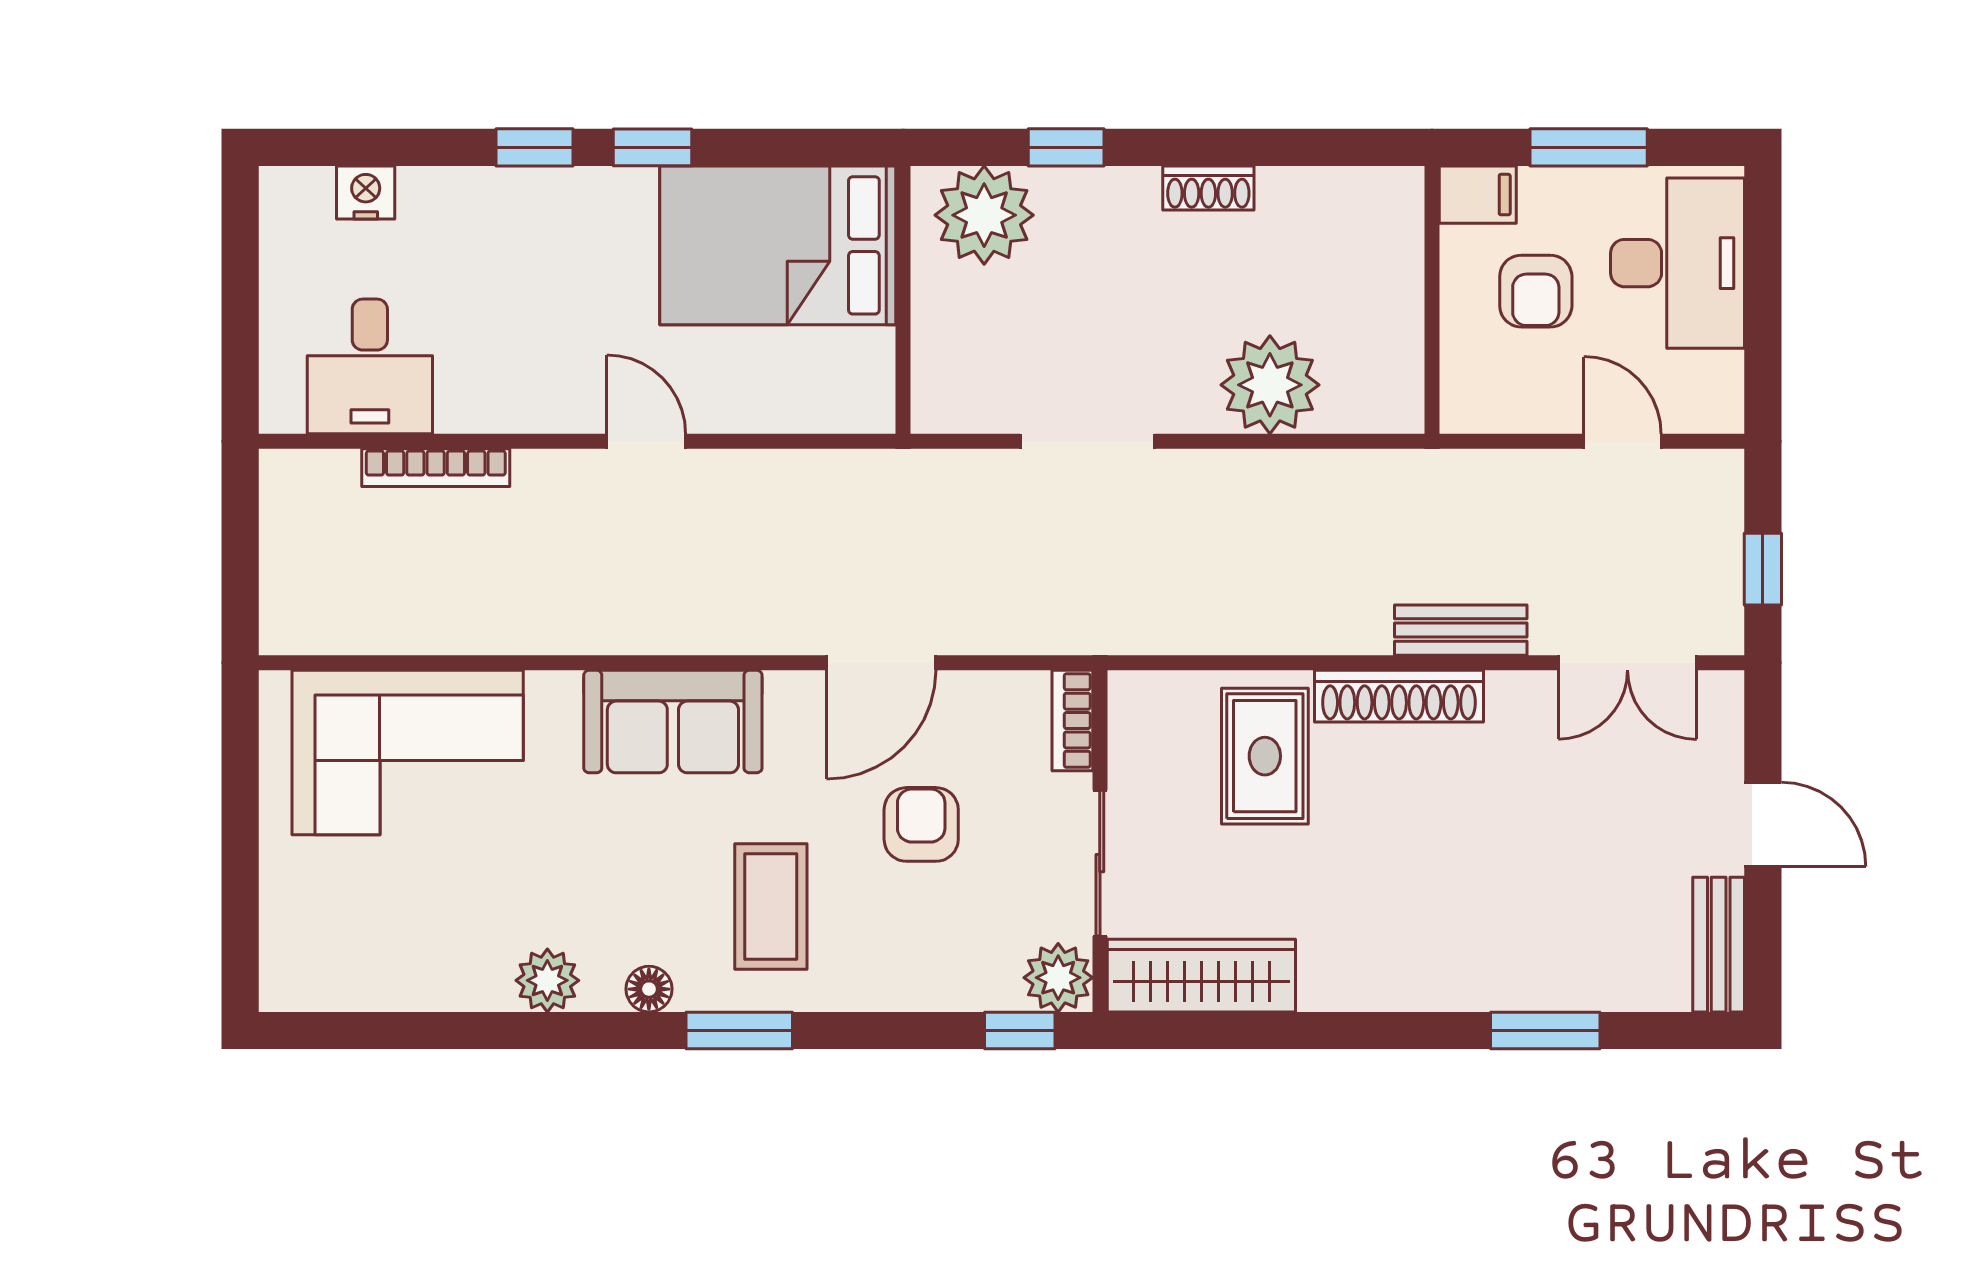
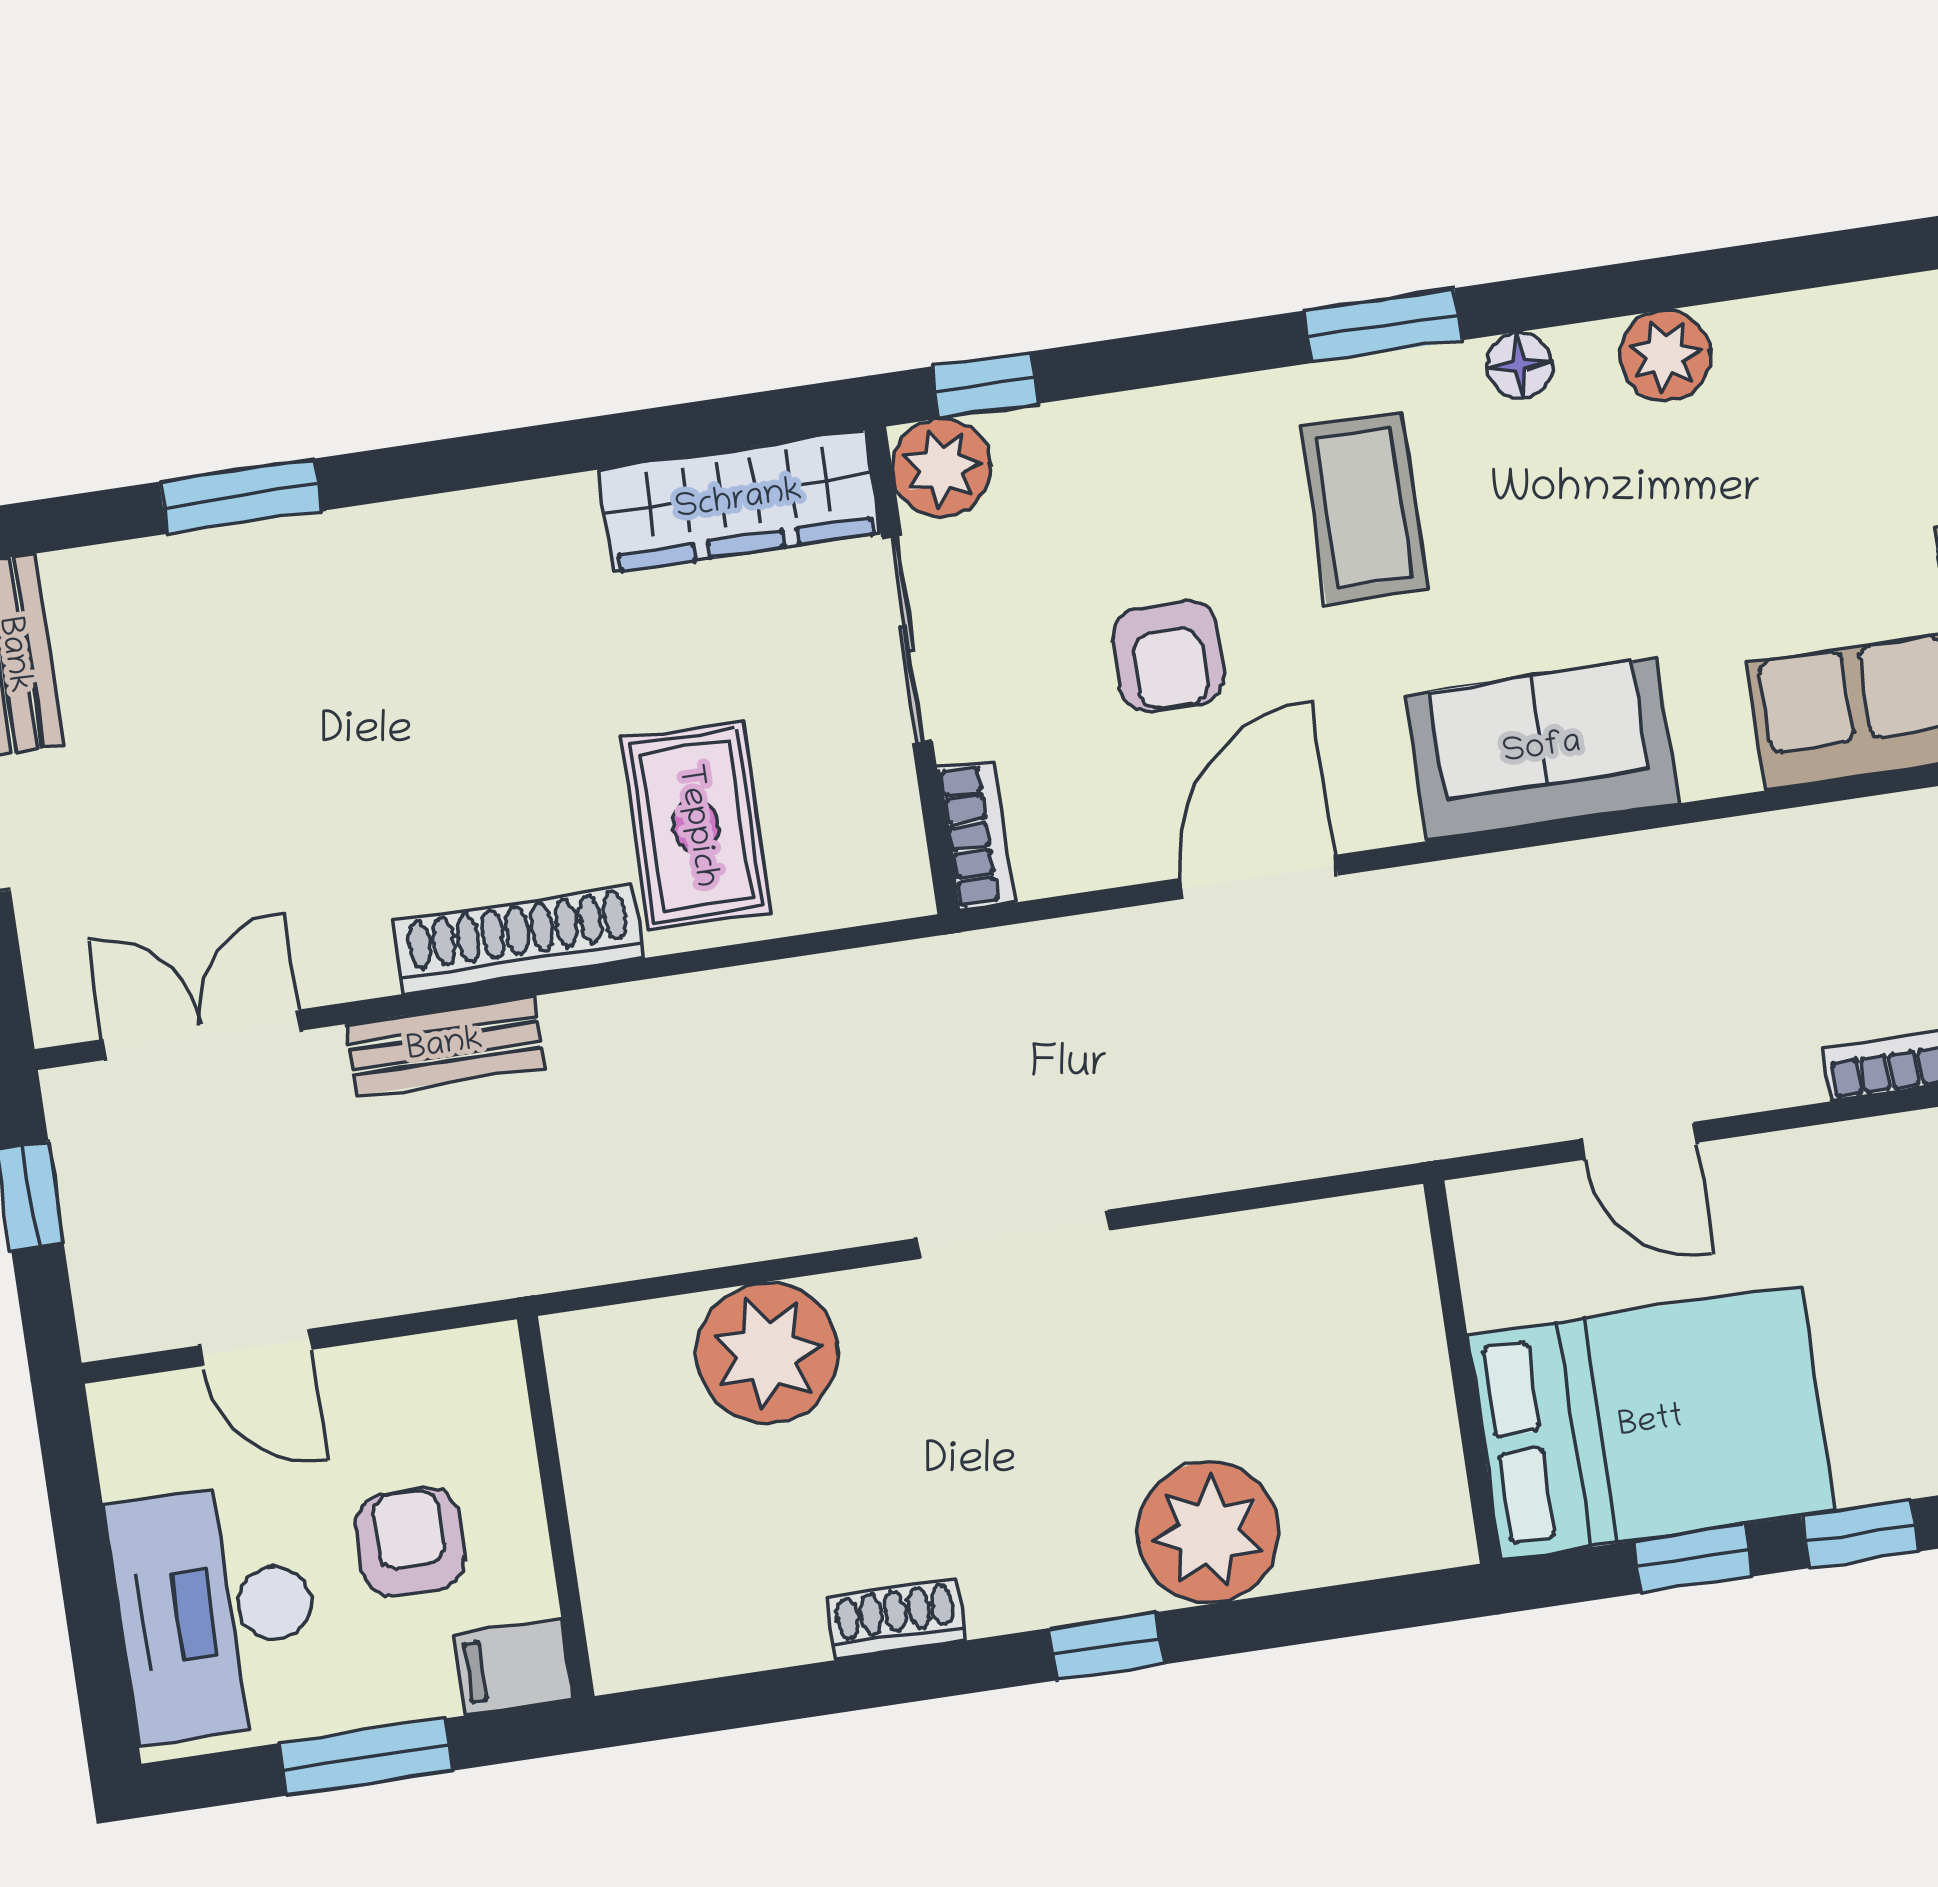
bed: (778, 245) -> (1651, 1423), moved
wall: (903, 300) -> (1462, 1372), moved

